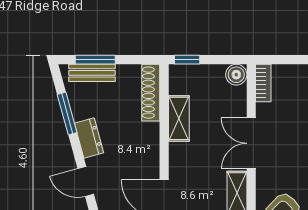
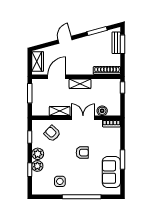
boiler: (236, 75) -> (102, 111), moved
shelving: (179, 118) -> (80, 84), moved
dresser: (89, 138) -> (86, 41), removed

